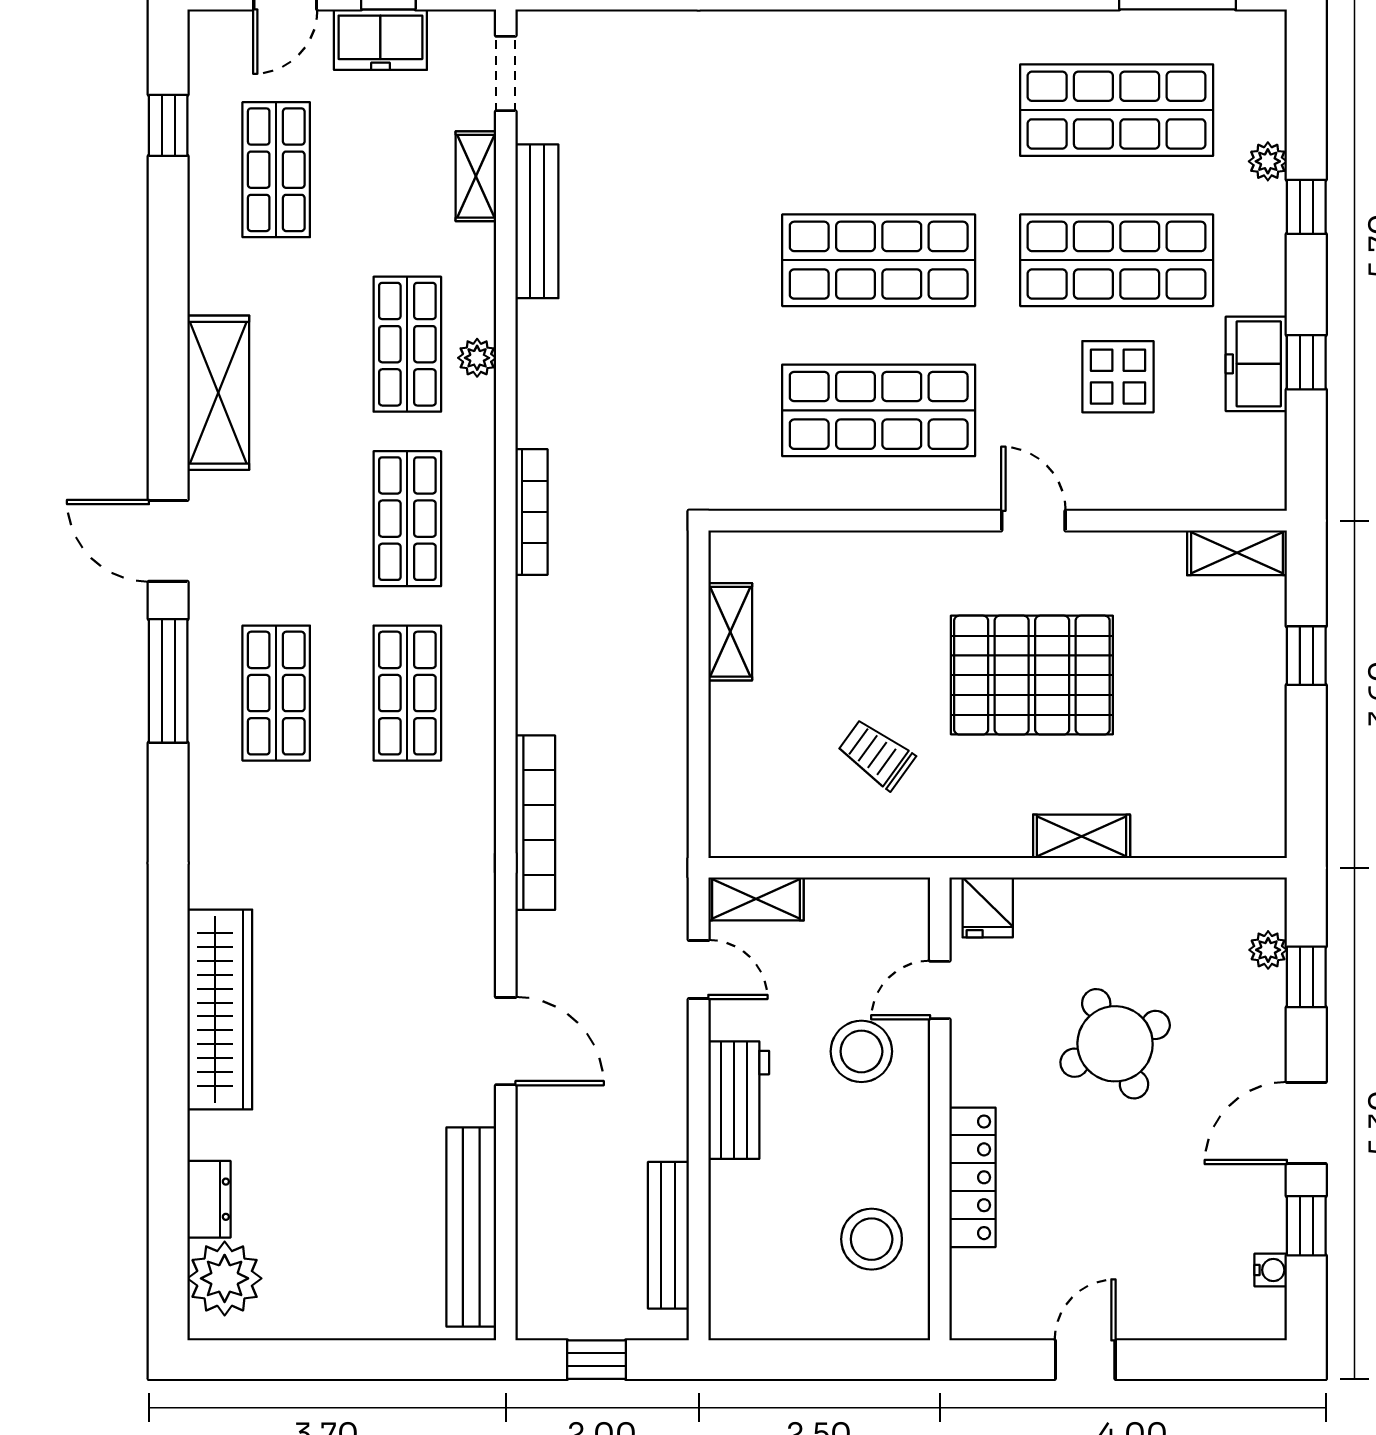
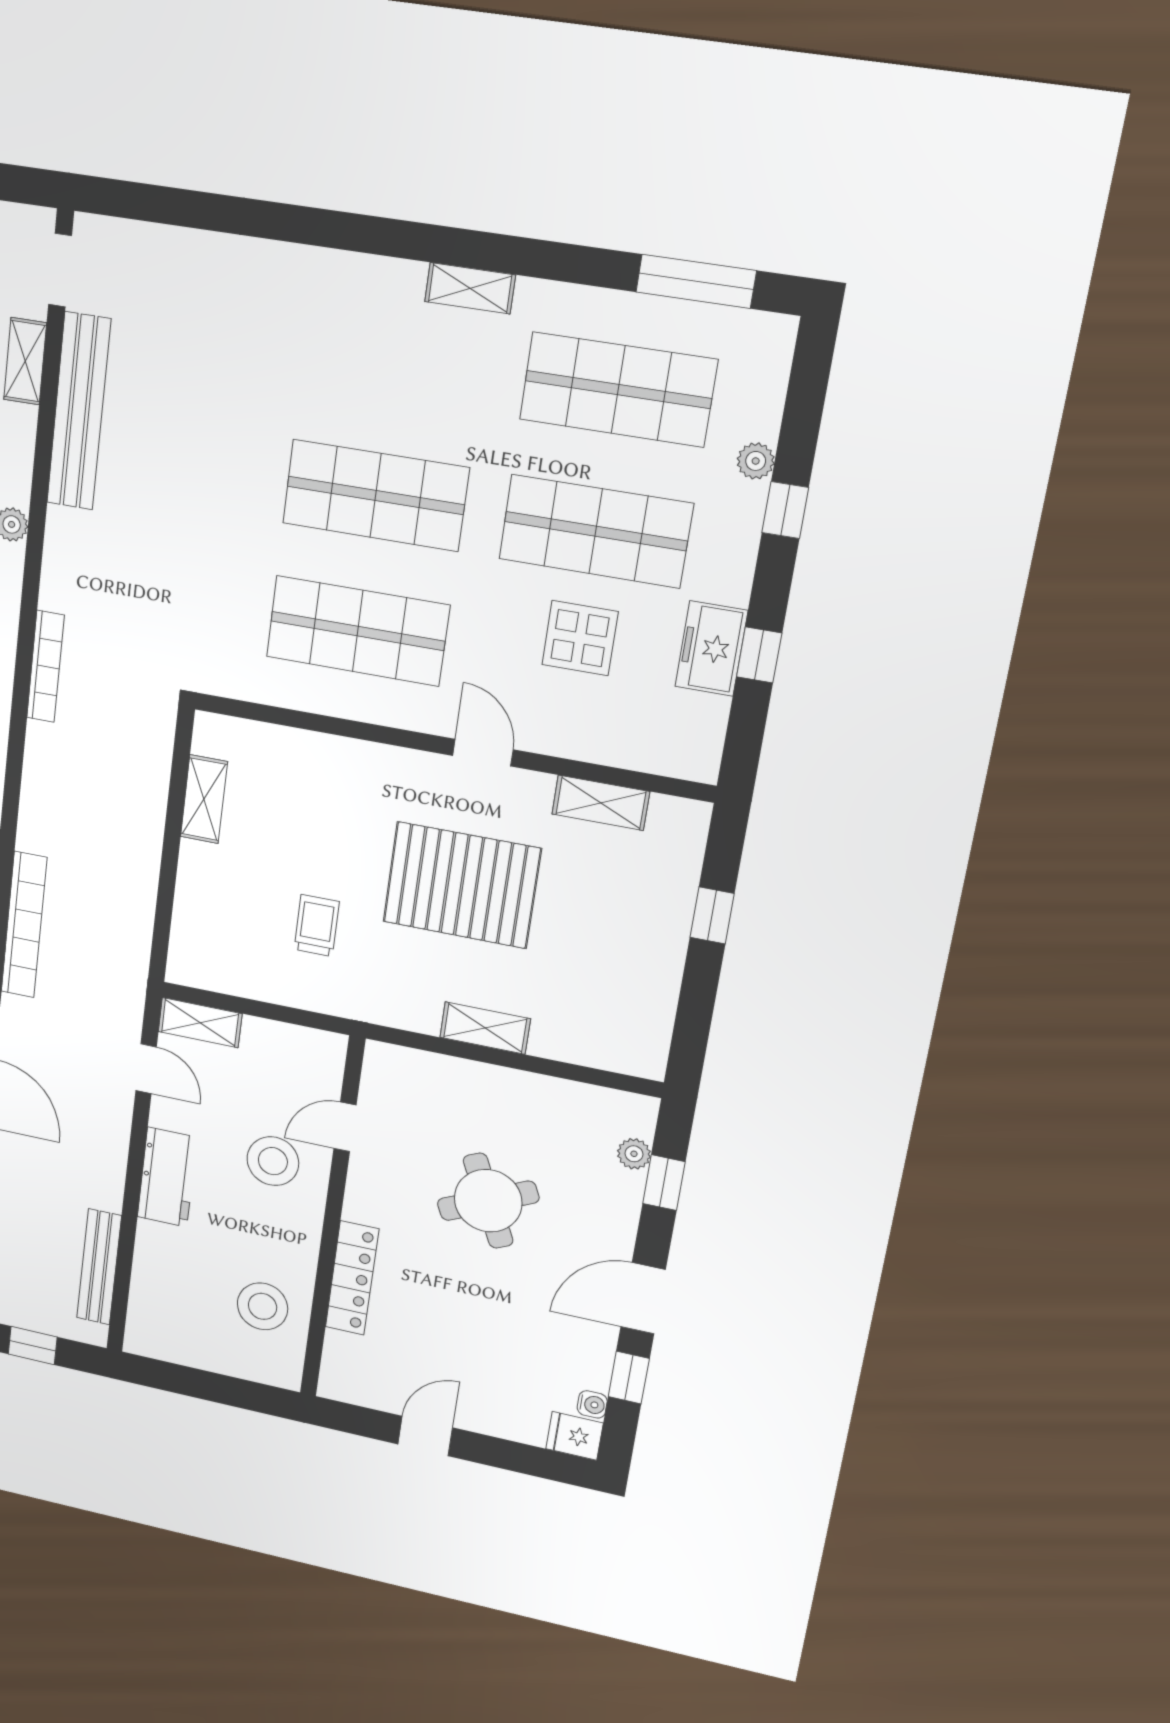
shelving: (949, 30) -> (470, 288), added
bench: (537, 221) -> (79, 411), width x1.37, depth x1.21
shelving: (1237, 553) -> (601, 803), moved
trolley: (876, 754) -> (317, 925), turned 54
fridge: (988, 907) -> (575, 1436), moved, turned 90

